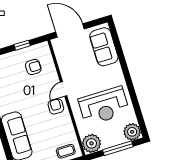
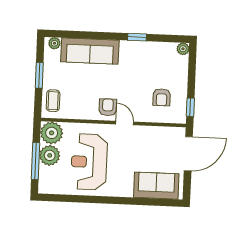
window: (22, 45) -> (190, 107), moved
armchair: (56, 106) -> (108, 107), turned -91
plant: (132, 132) -> (50, 155), moved

